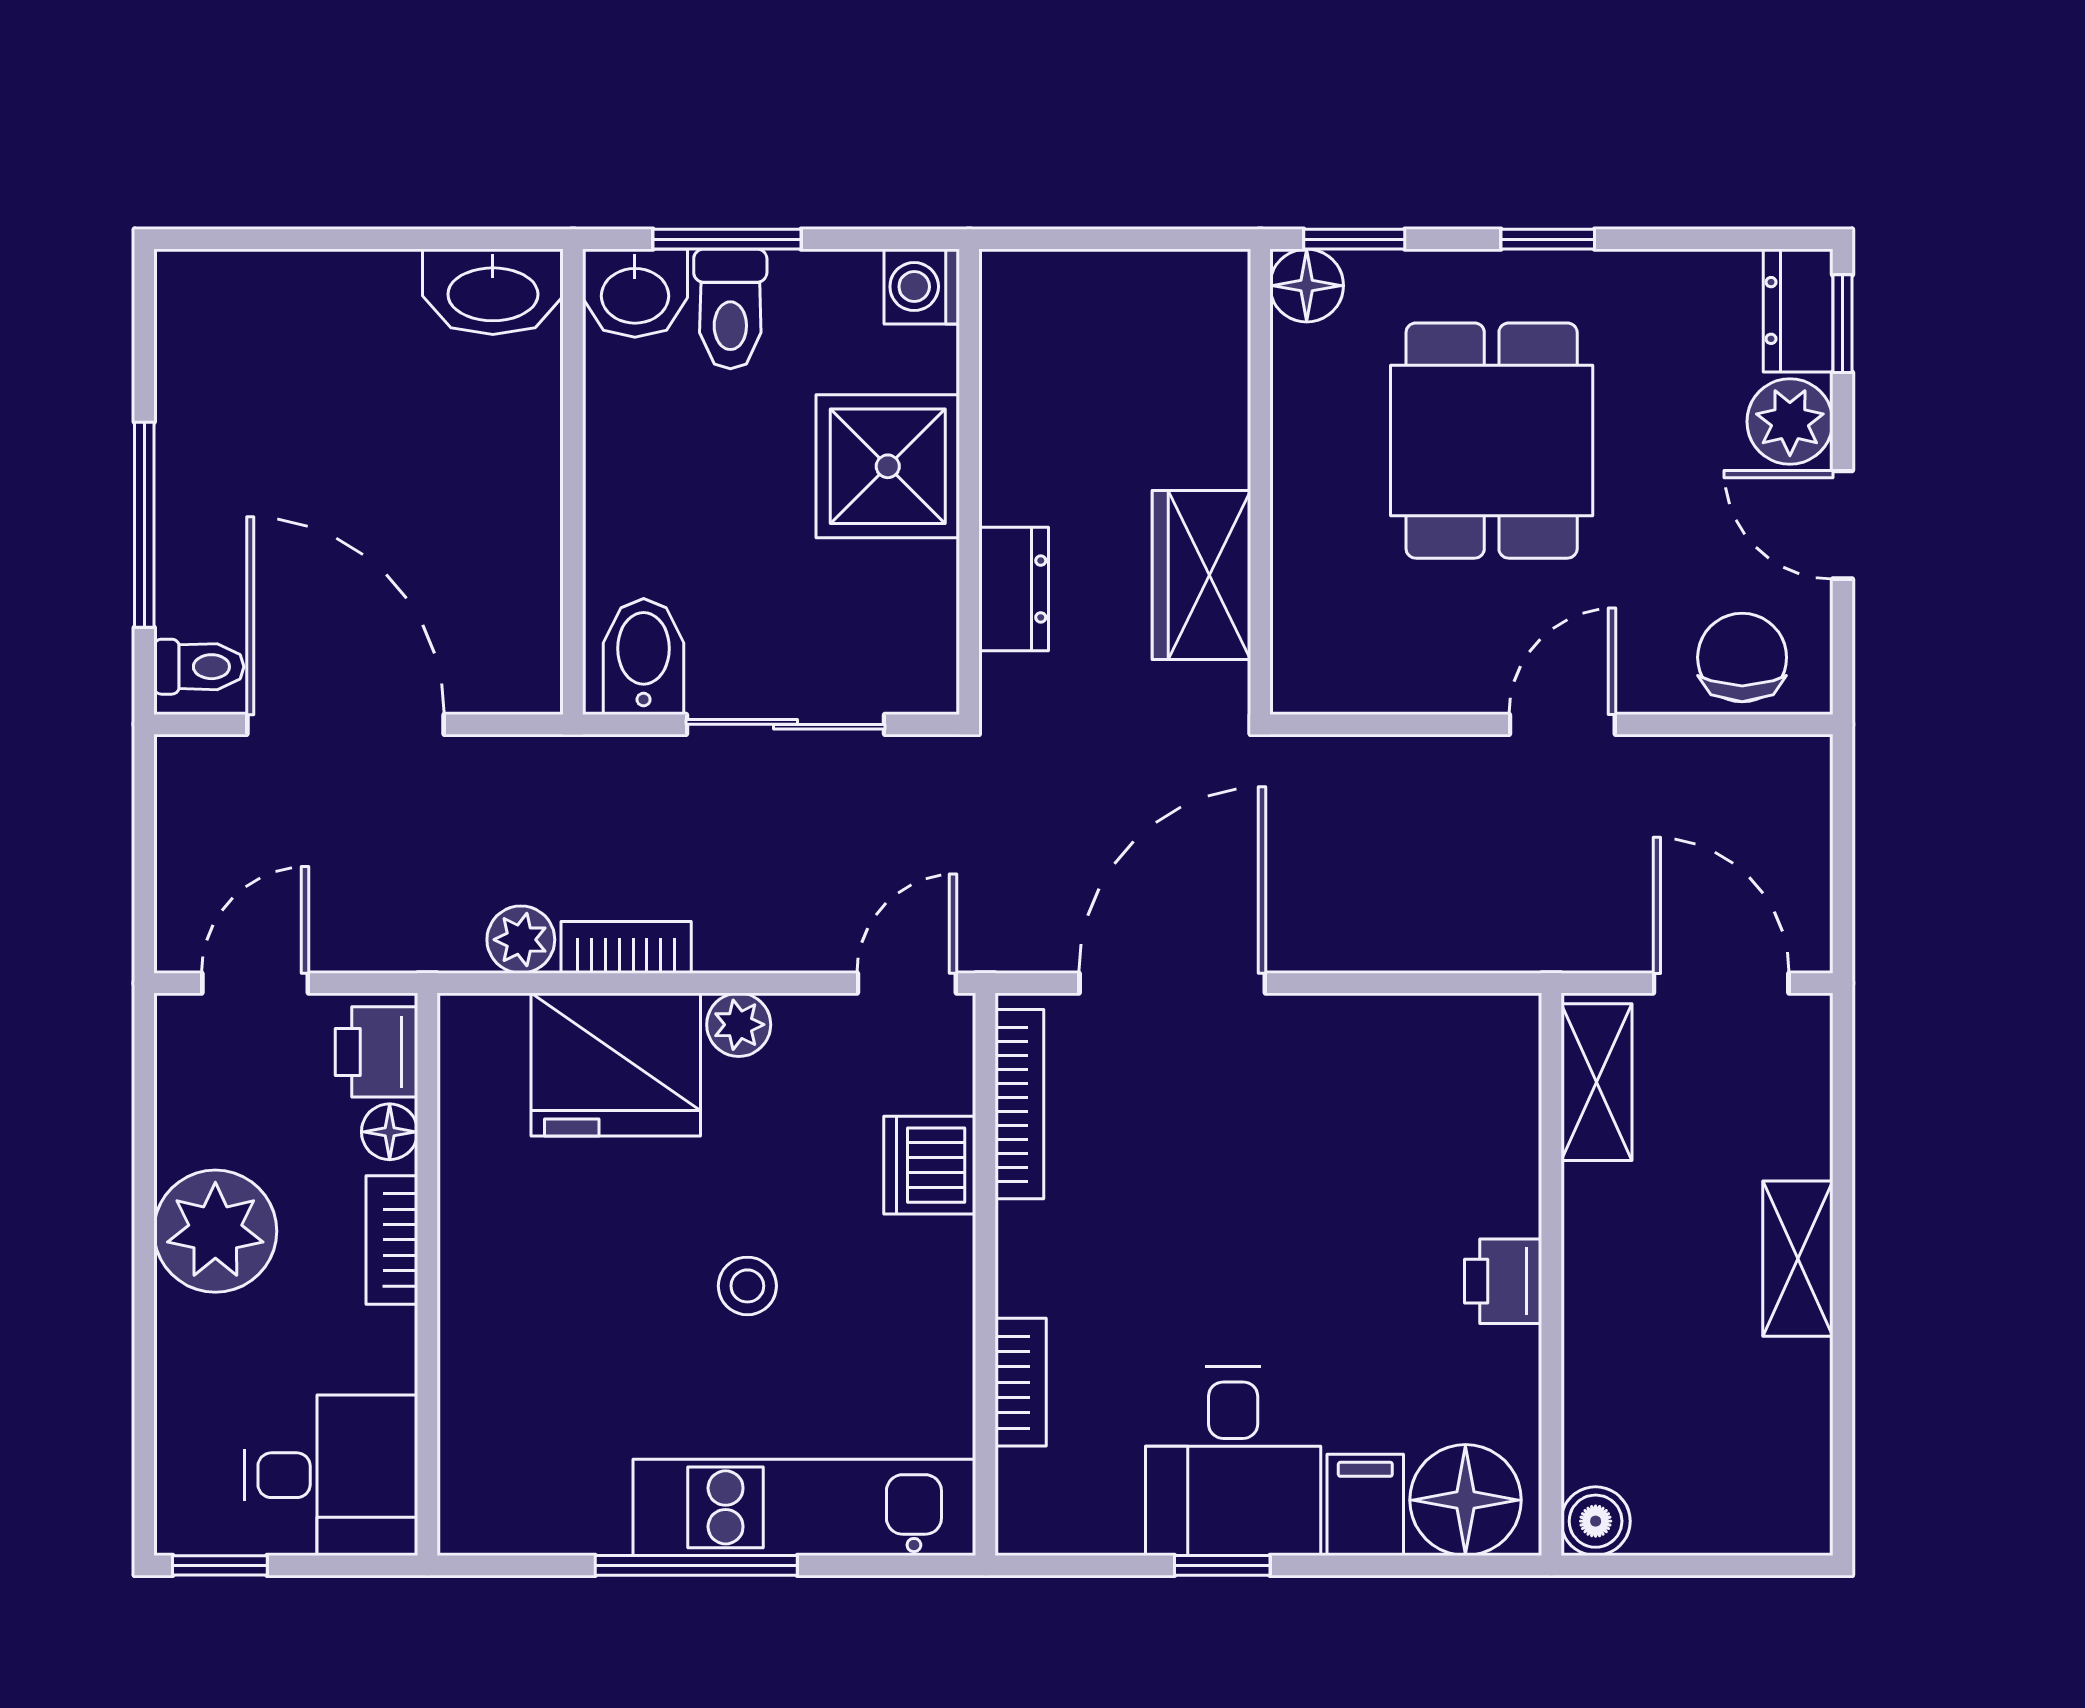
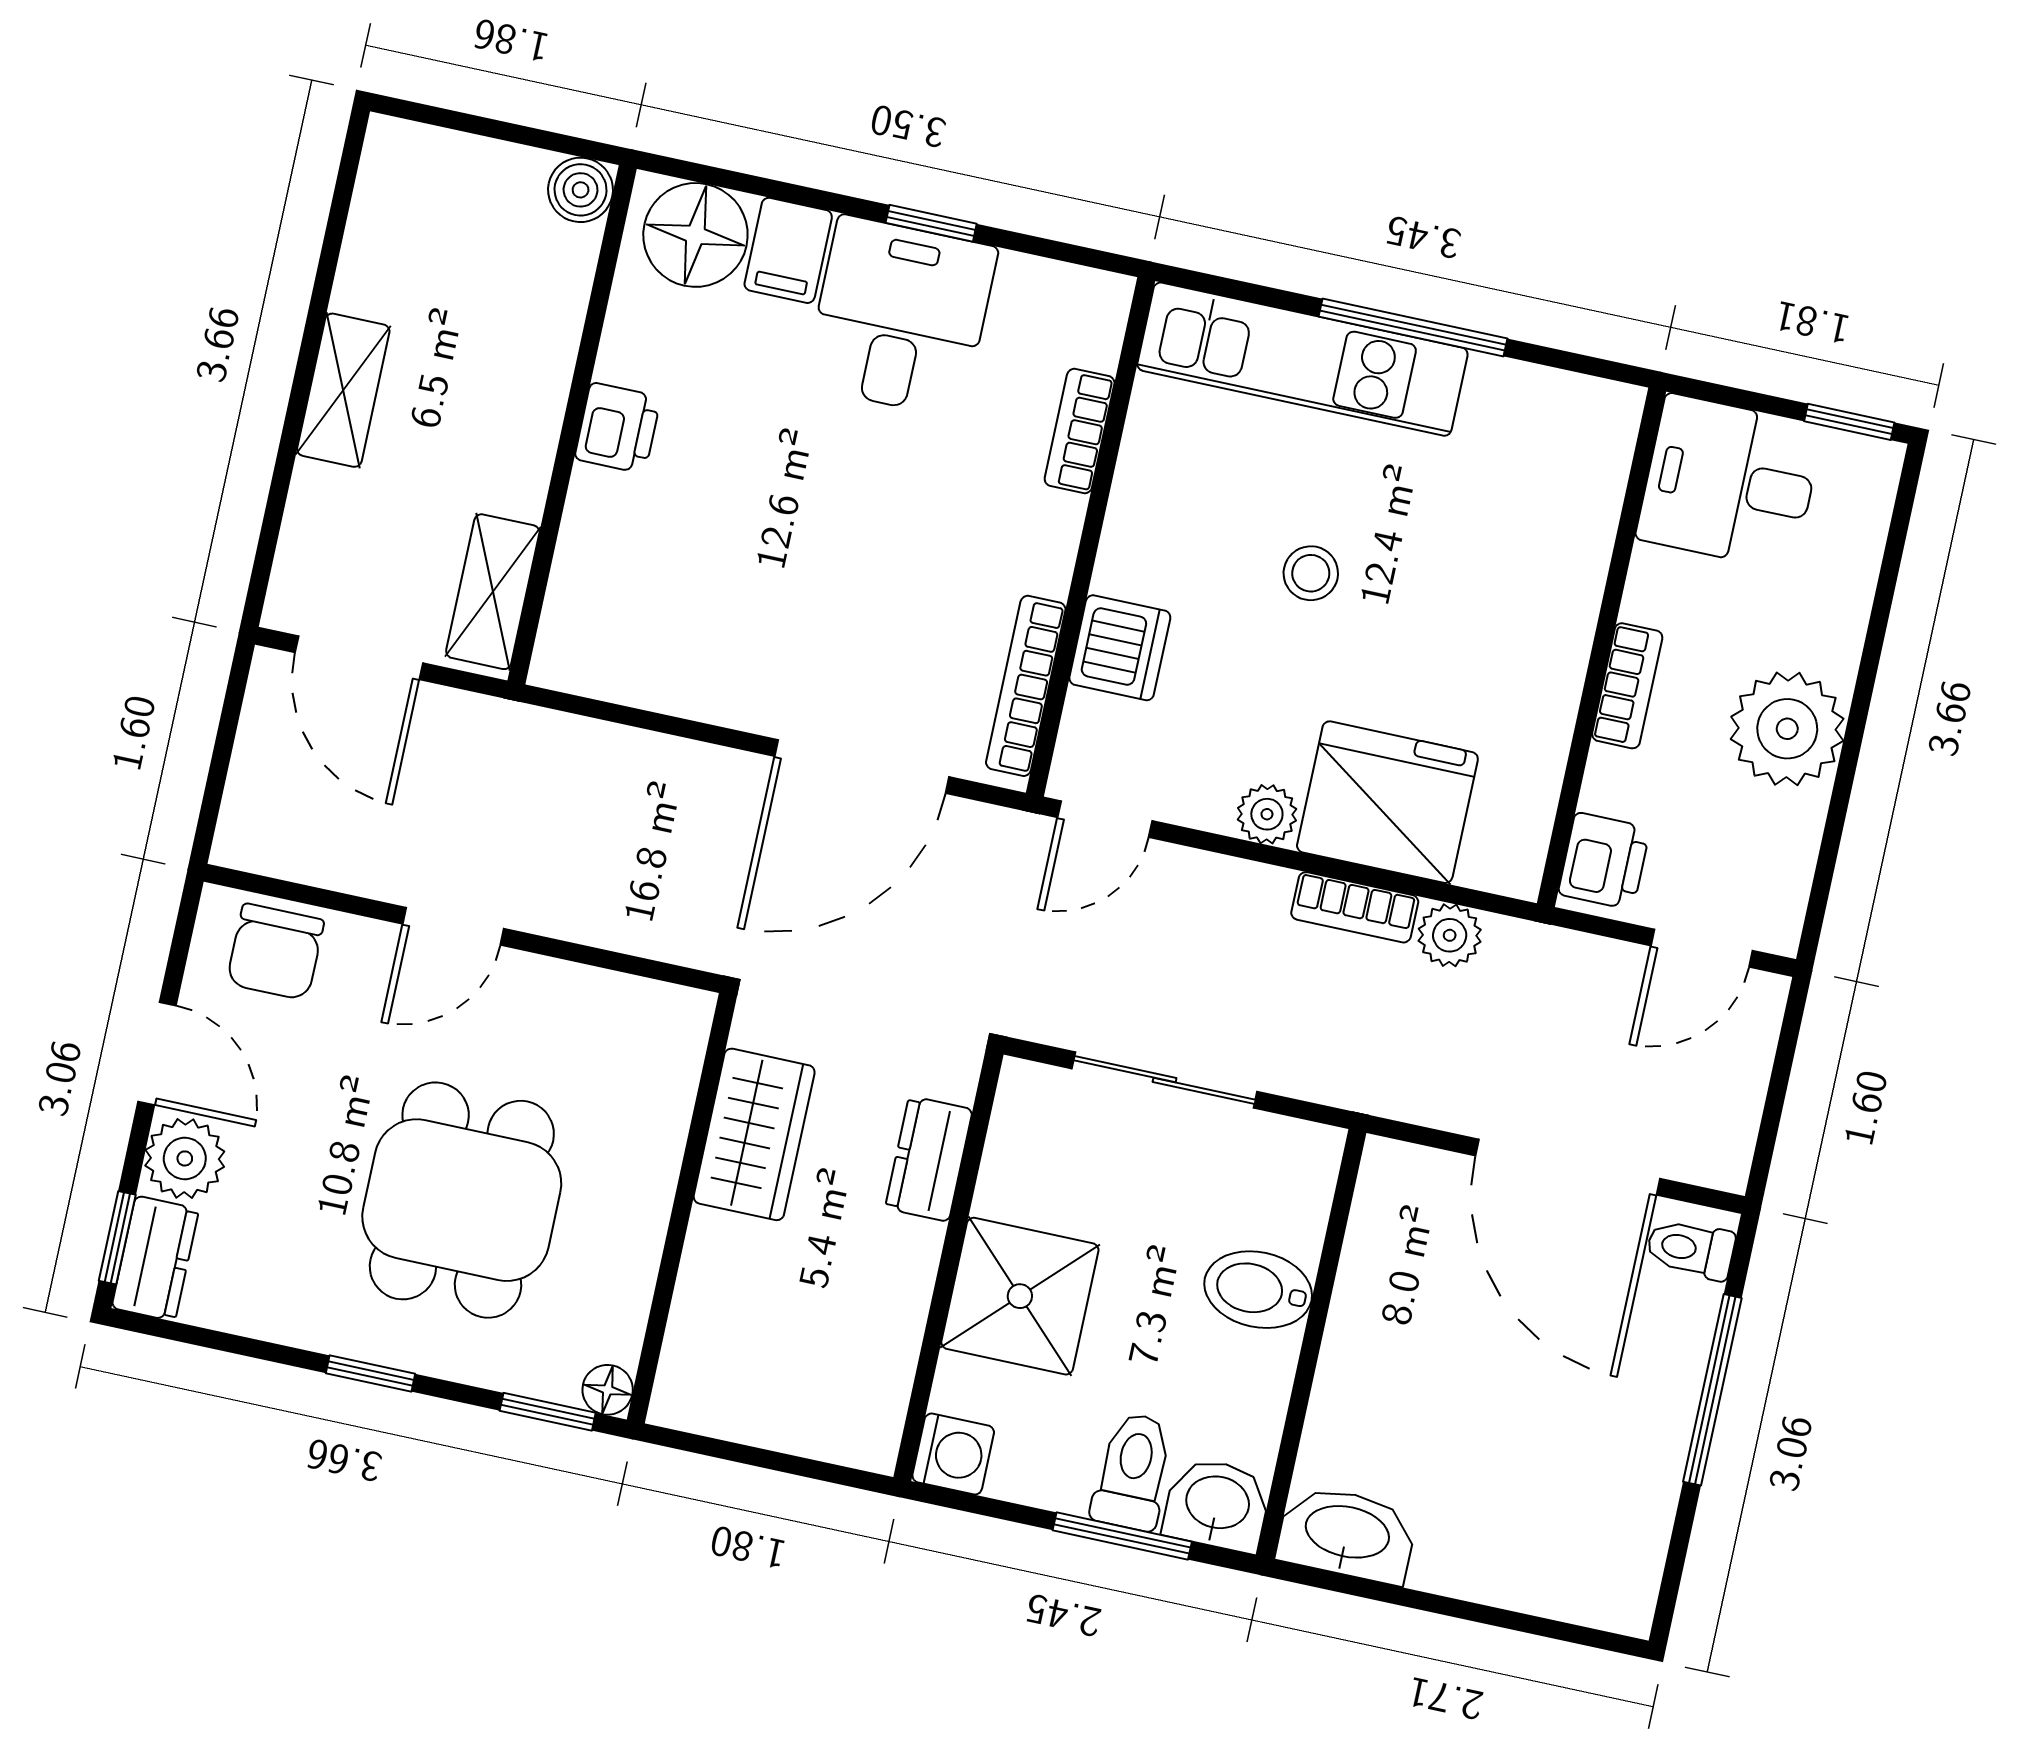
floor lamp: (1307, 286) -> (608, 1390), width x0.73, depth x0.73
bidet: (644, 657) -> (1258, 1290), moved, turned 90
floor lamp: (390, 1132) -> (1608, 785), removed

